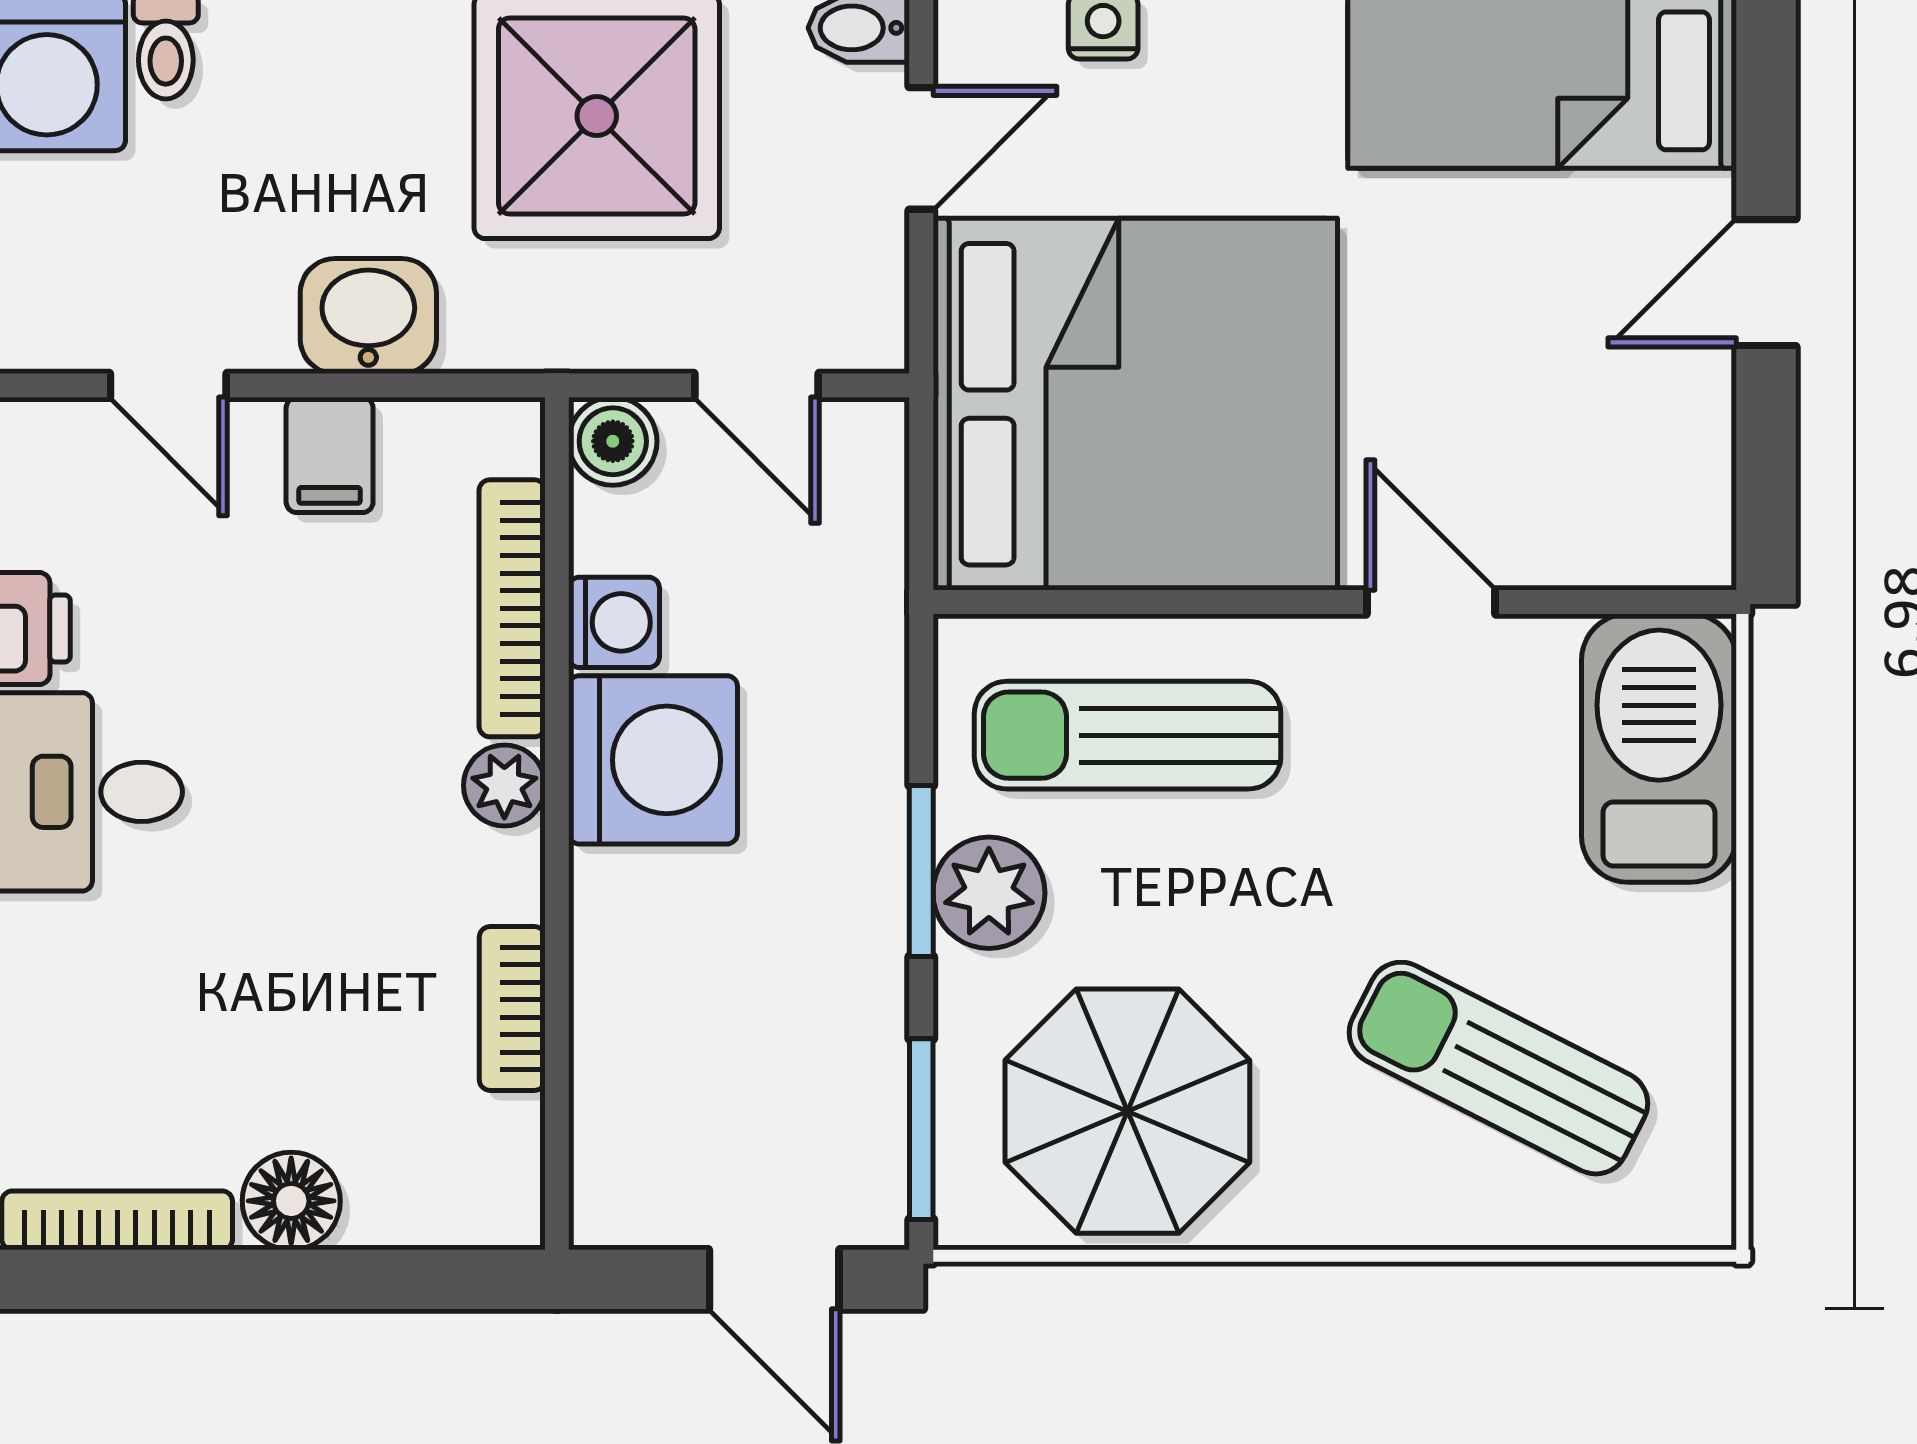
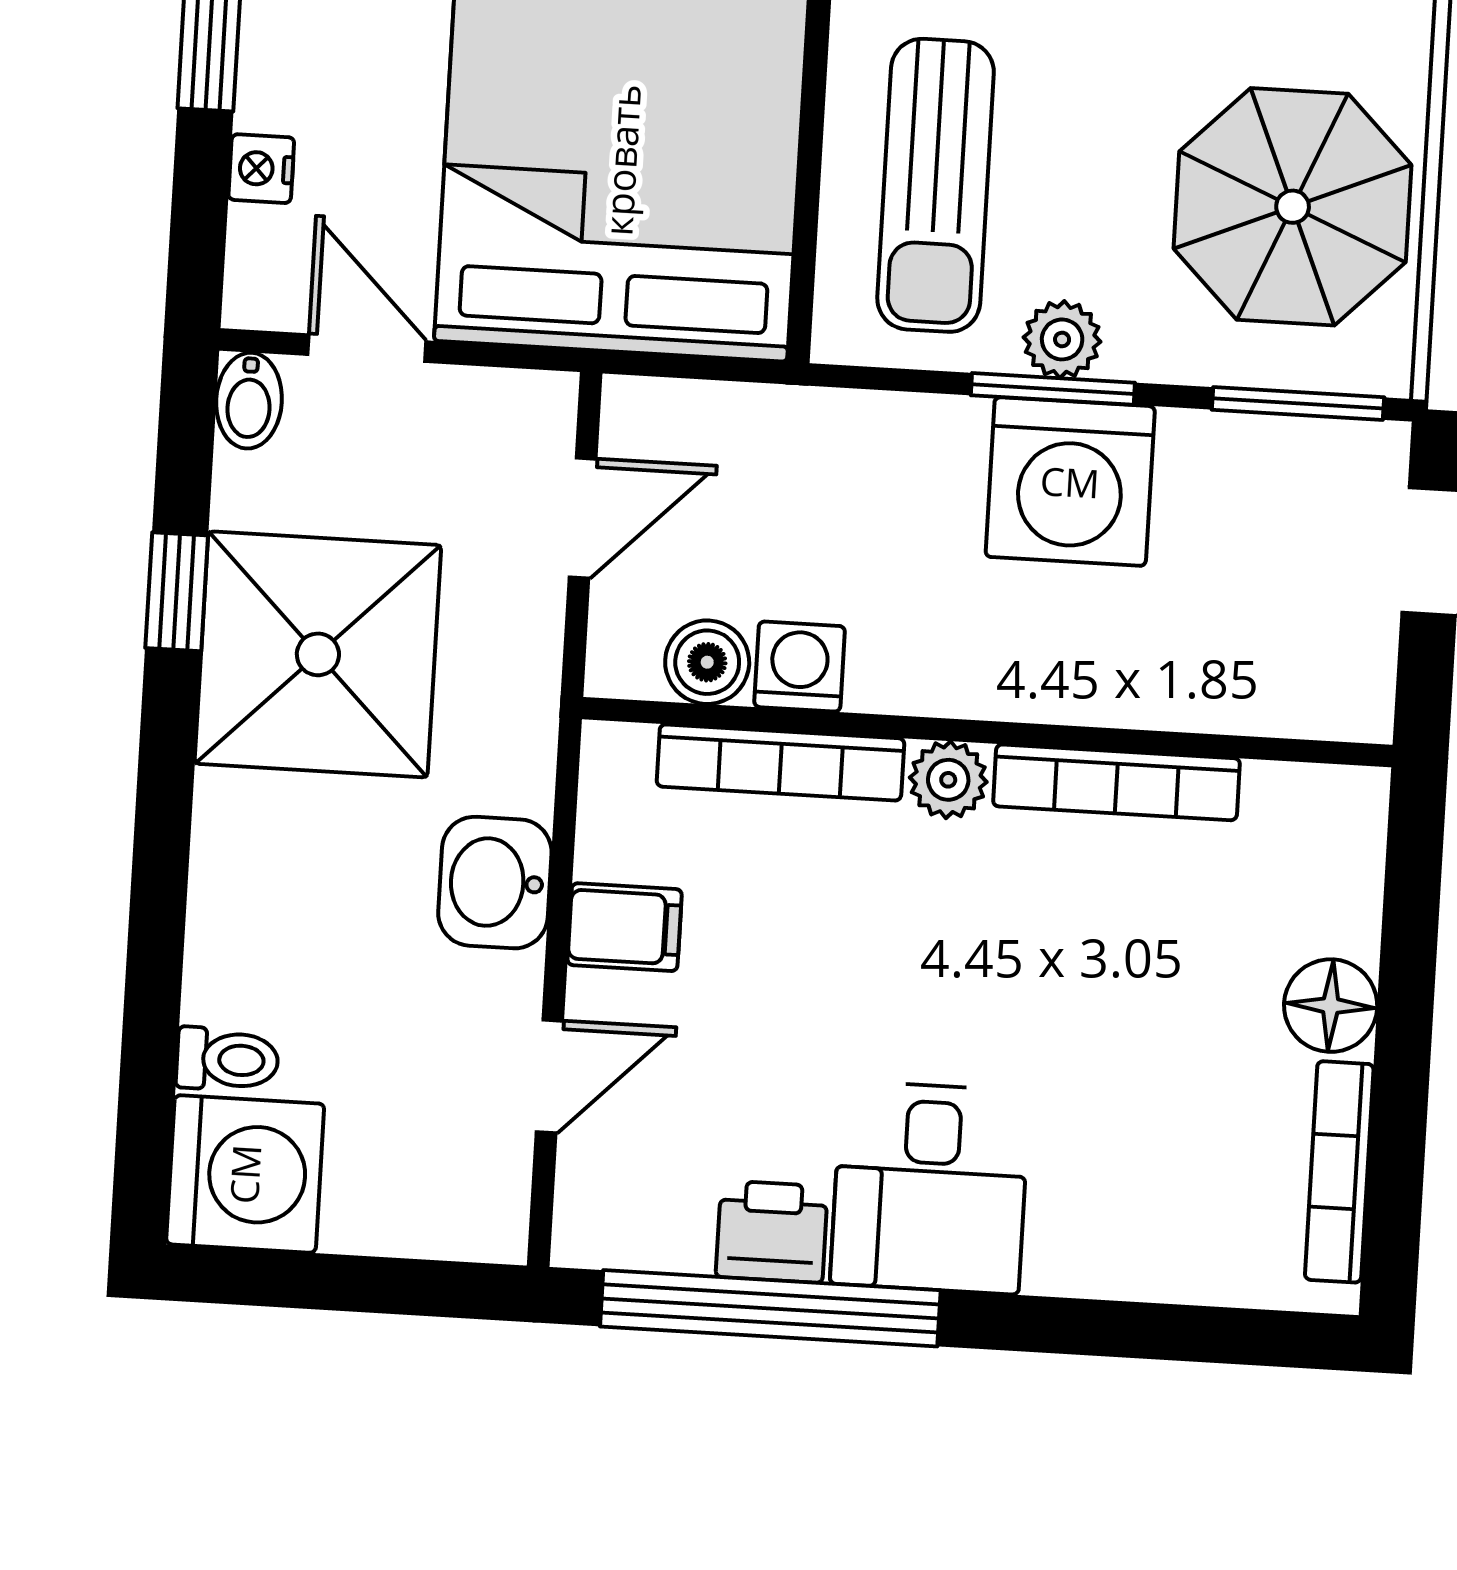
boiler: (613, 441) -> (707, 662), moved
washing machine: (653, 760) -> (1070, 482), moved, turned 180
plant: (989, 893) -> (1062, 339), width x0.73, depth x0.73
bookcase: (512, 1008) -> (1117, 782), width x1.56

